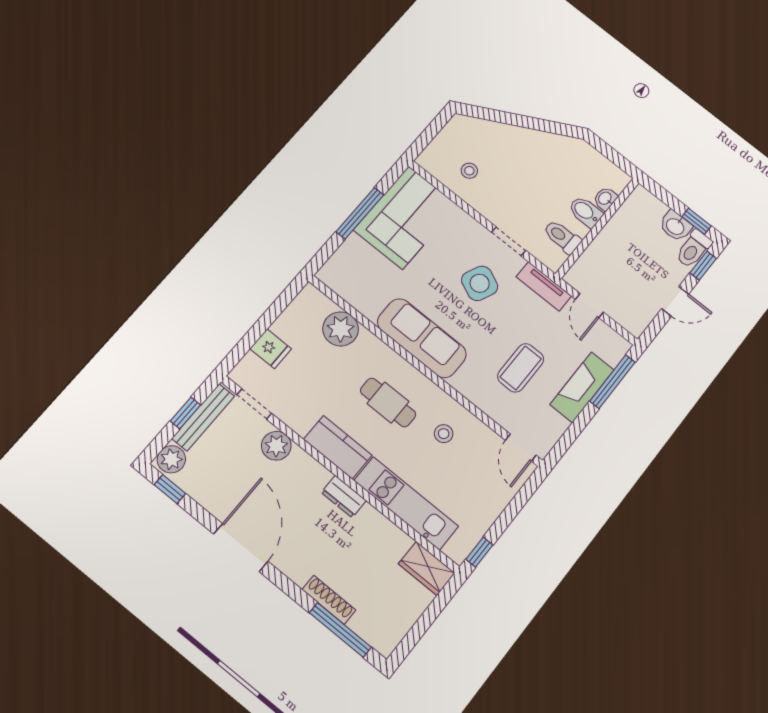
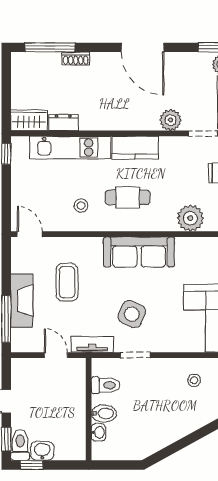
dresser: (344, 497) -> (63, 122), moved
shoe rack: (329, 600) -> (76, 59), width x0.70

